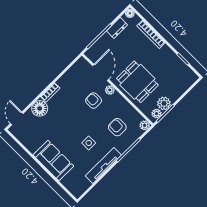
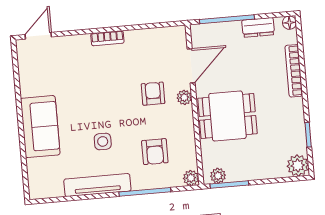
dining table: (137, 82) -> (227, 116), turned 90
plant: (164, 103) -> (298, 165), moved
floor lamp: (40, 108) -> (77, 47), removed
armchair: (117, 127) -> (155, 152), turned 180

